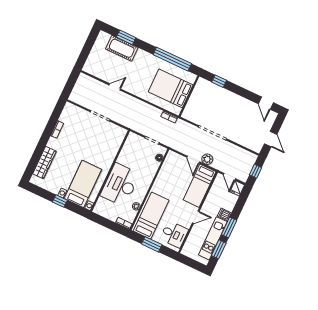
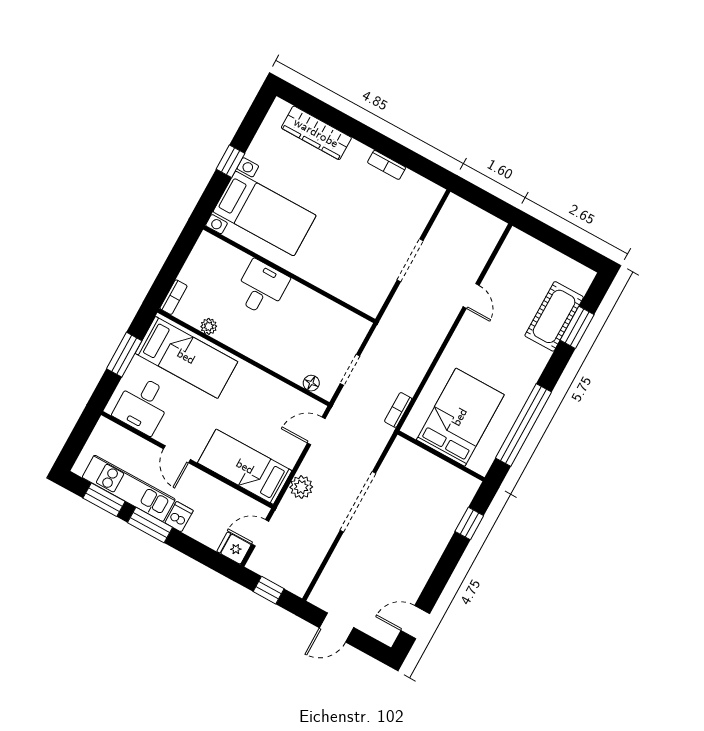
door: (193, 160) -> (316, 431), moved
desk: (120, 185) -> (261, 288), width x0.53, depth x0.77

